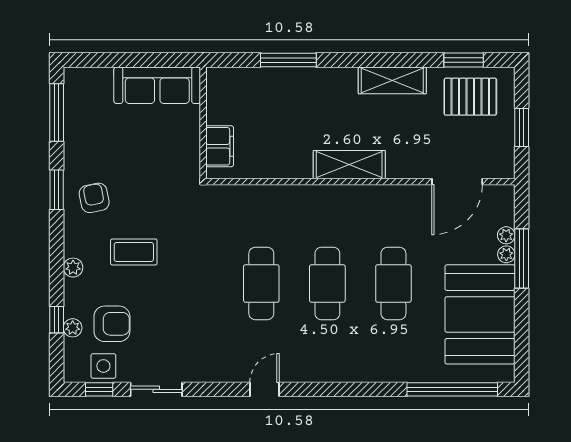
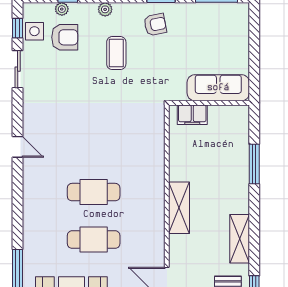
sofa: (157, 85) -> (218, 88), moved, turned 90
cafe table: (261, 283) -> (94, 145), removed
armchair: (112, 324) -> (65, 37), turned -90

